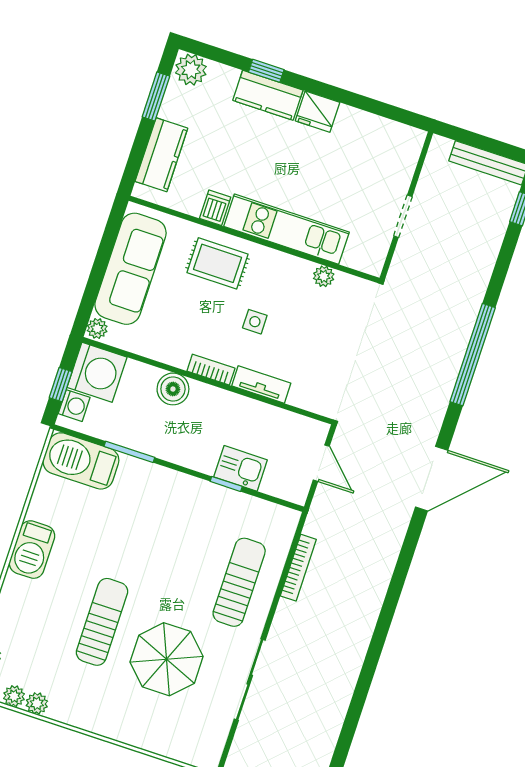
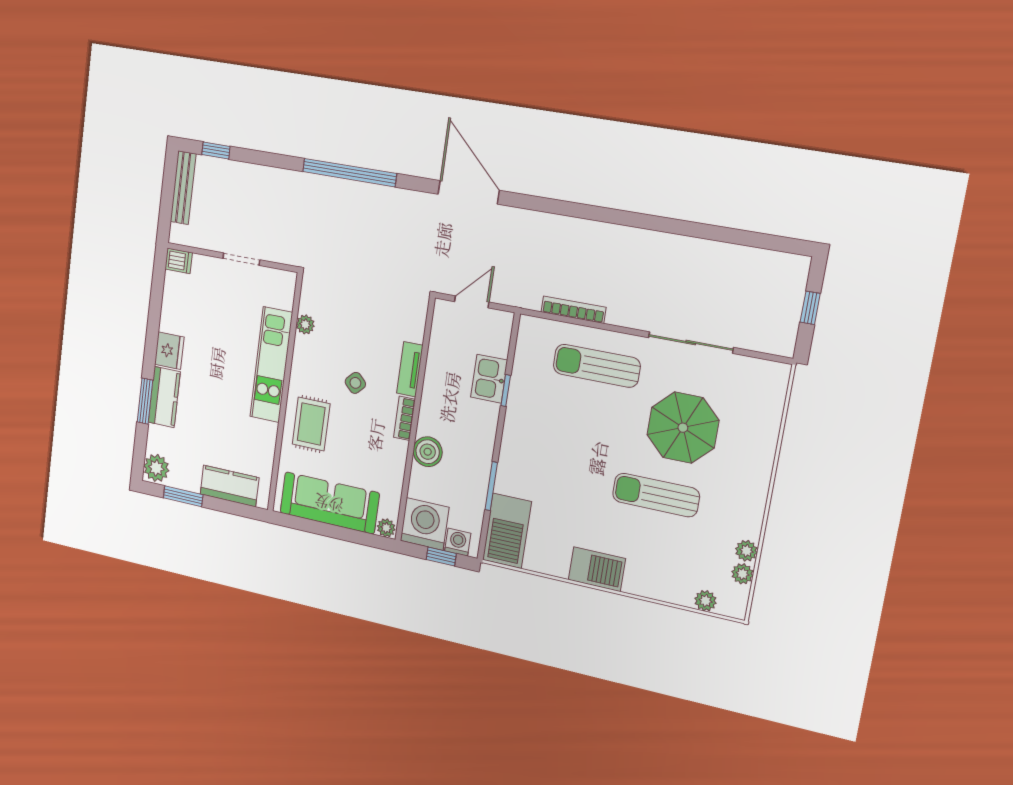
window: (266, 71) -> (145, 401), width x1.50
dishwasher: (215, 208) -> (179, 261), moved, turned 180
side table: (255, 322) -> (355, 383), turned 45

